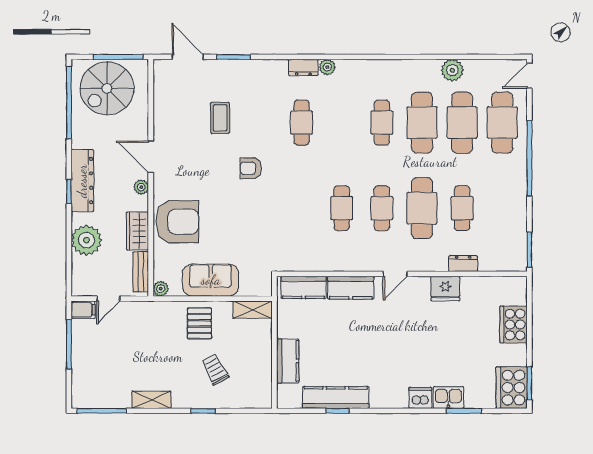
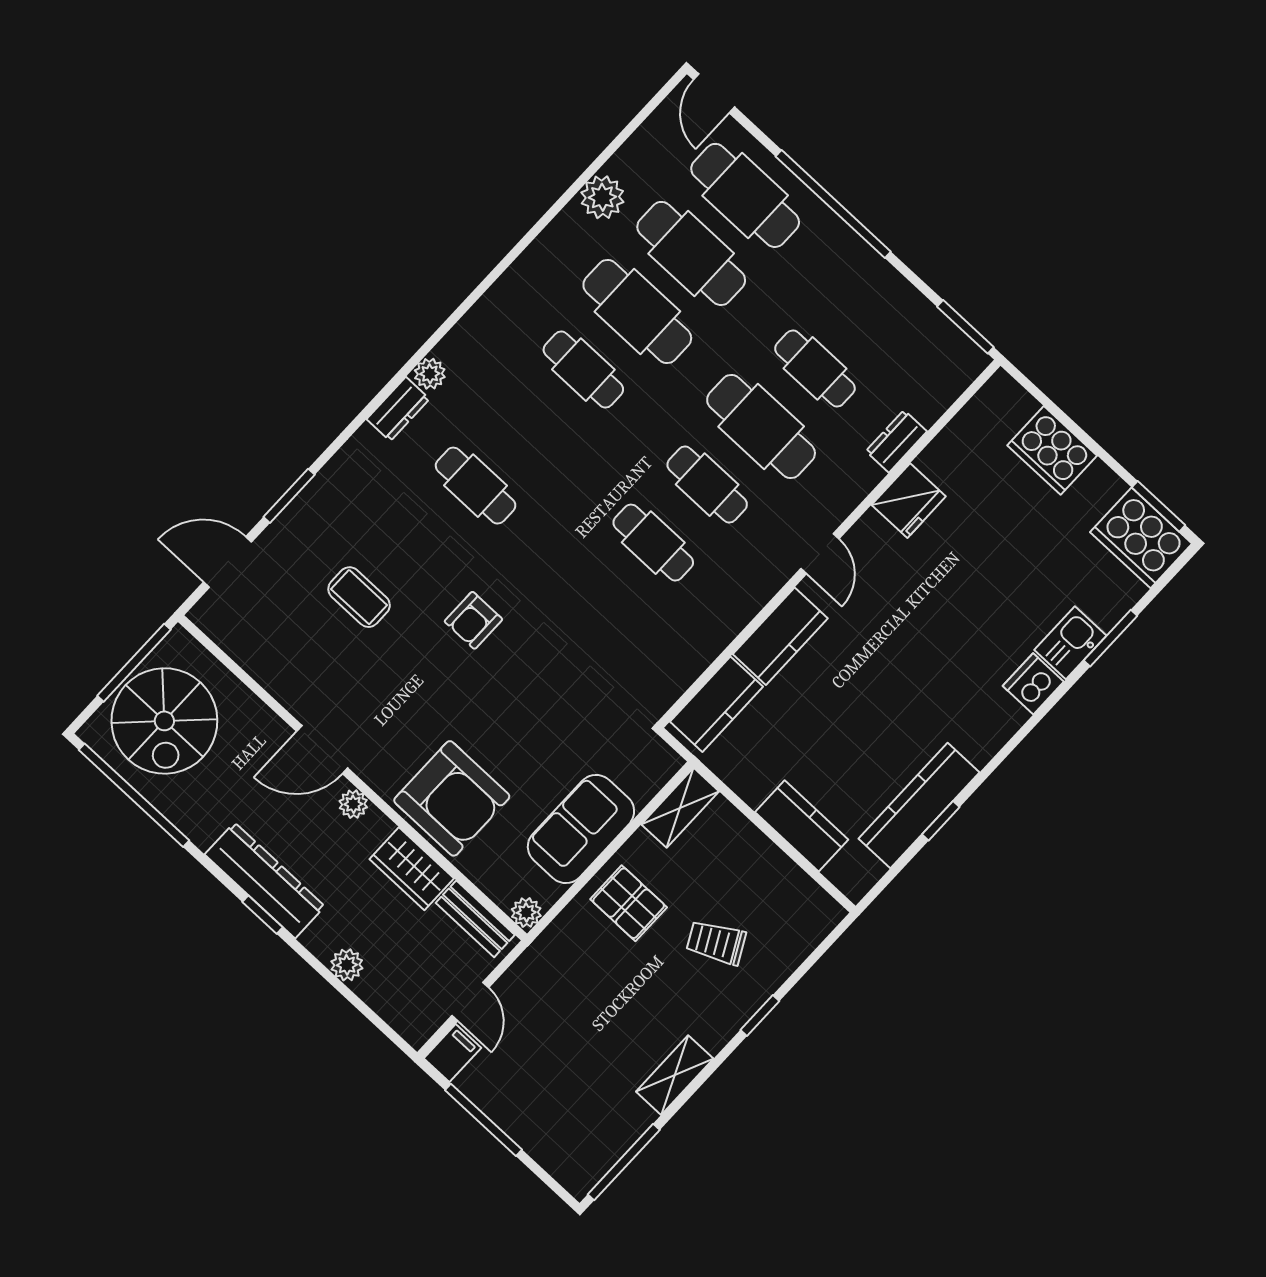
armchair: (177, 222) -> (452, 798), turned 90
plant: (86, 240) -> (347, 965), width x0.53, depth x0.53

